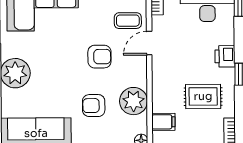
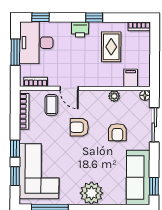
armchair: (99, 57) -> (79, 127), turned -90
plant: (134, 101) -> (114, 96), width x0.53, depth x0.53

